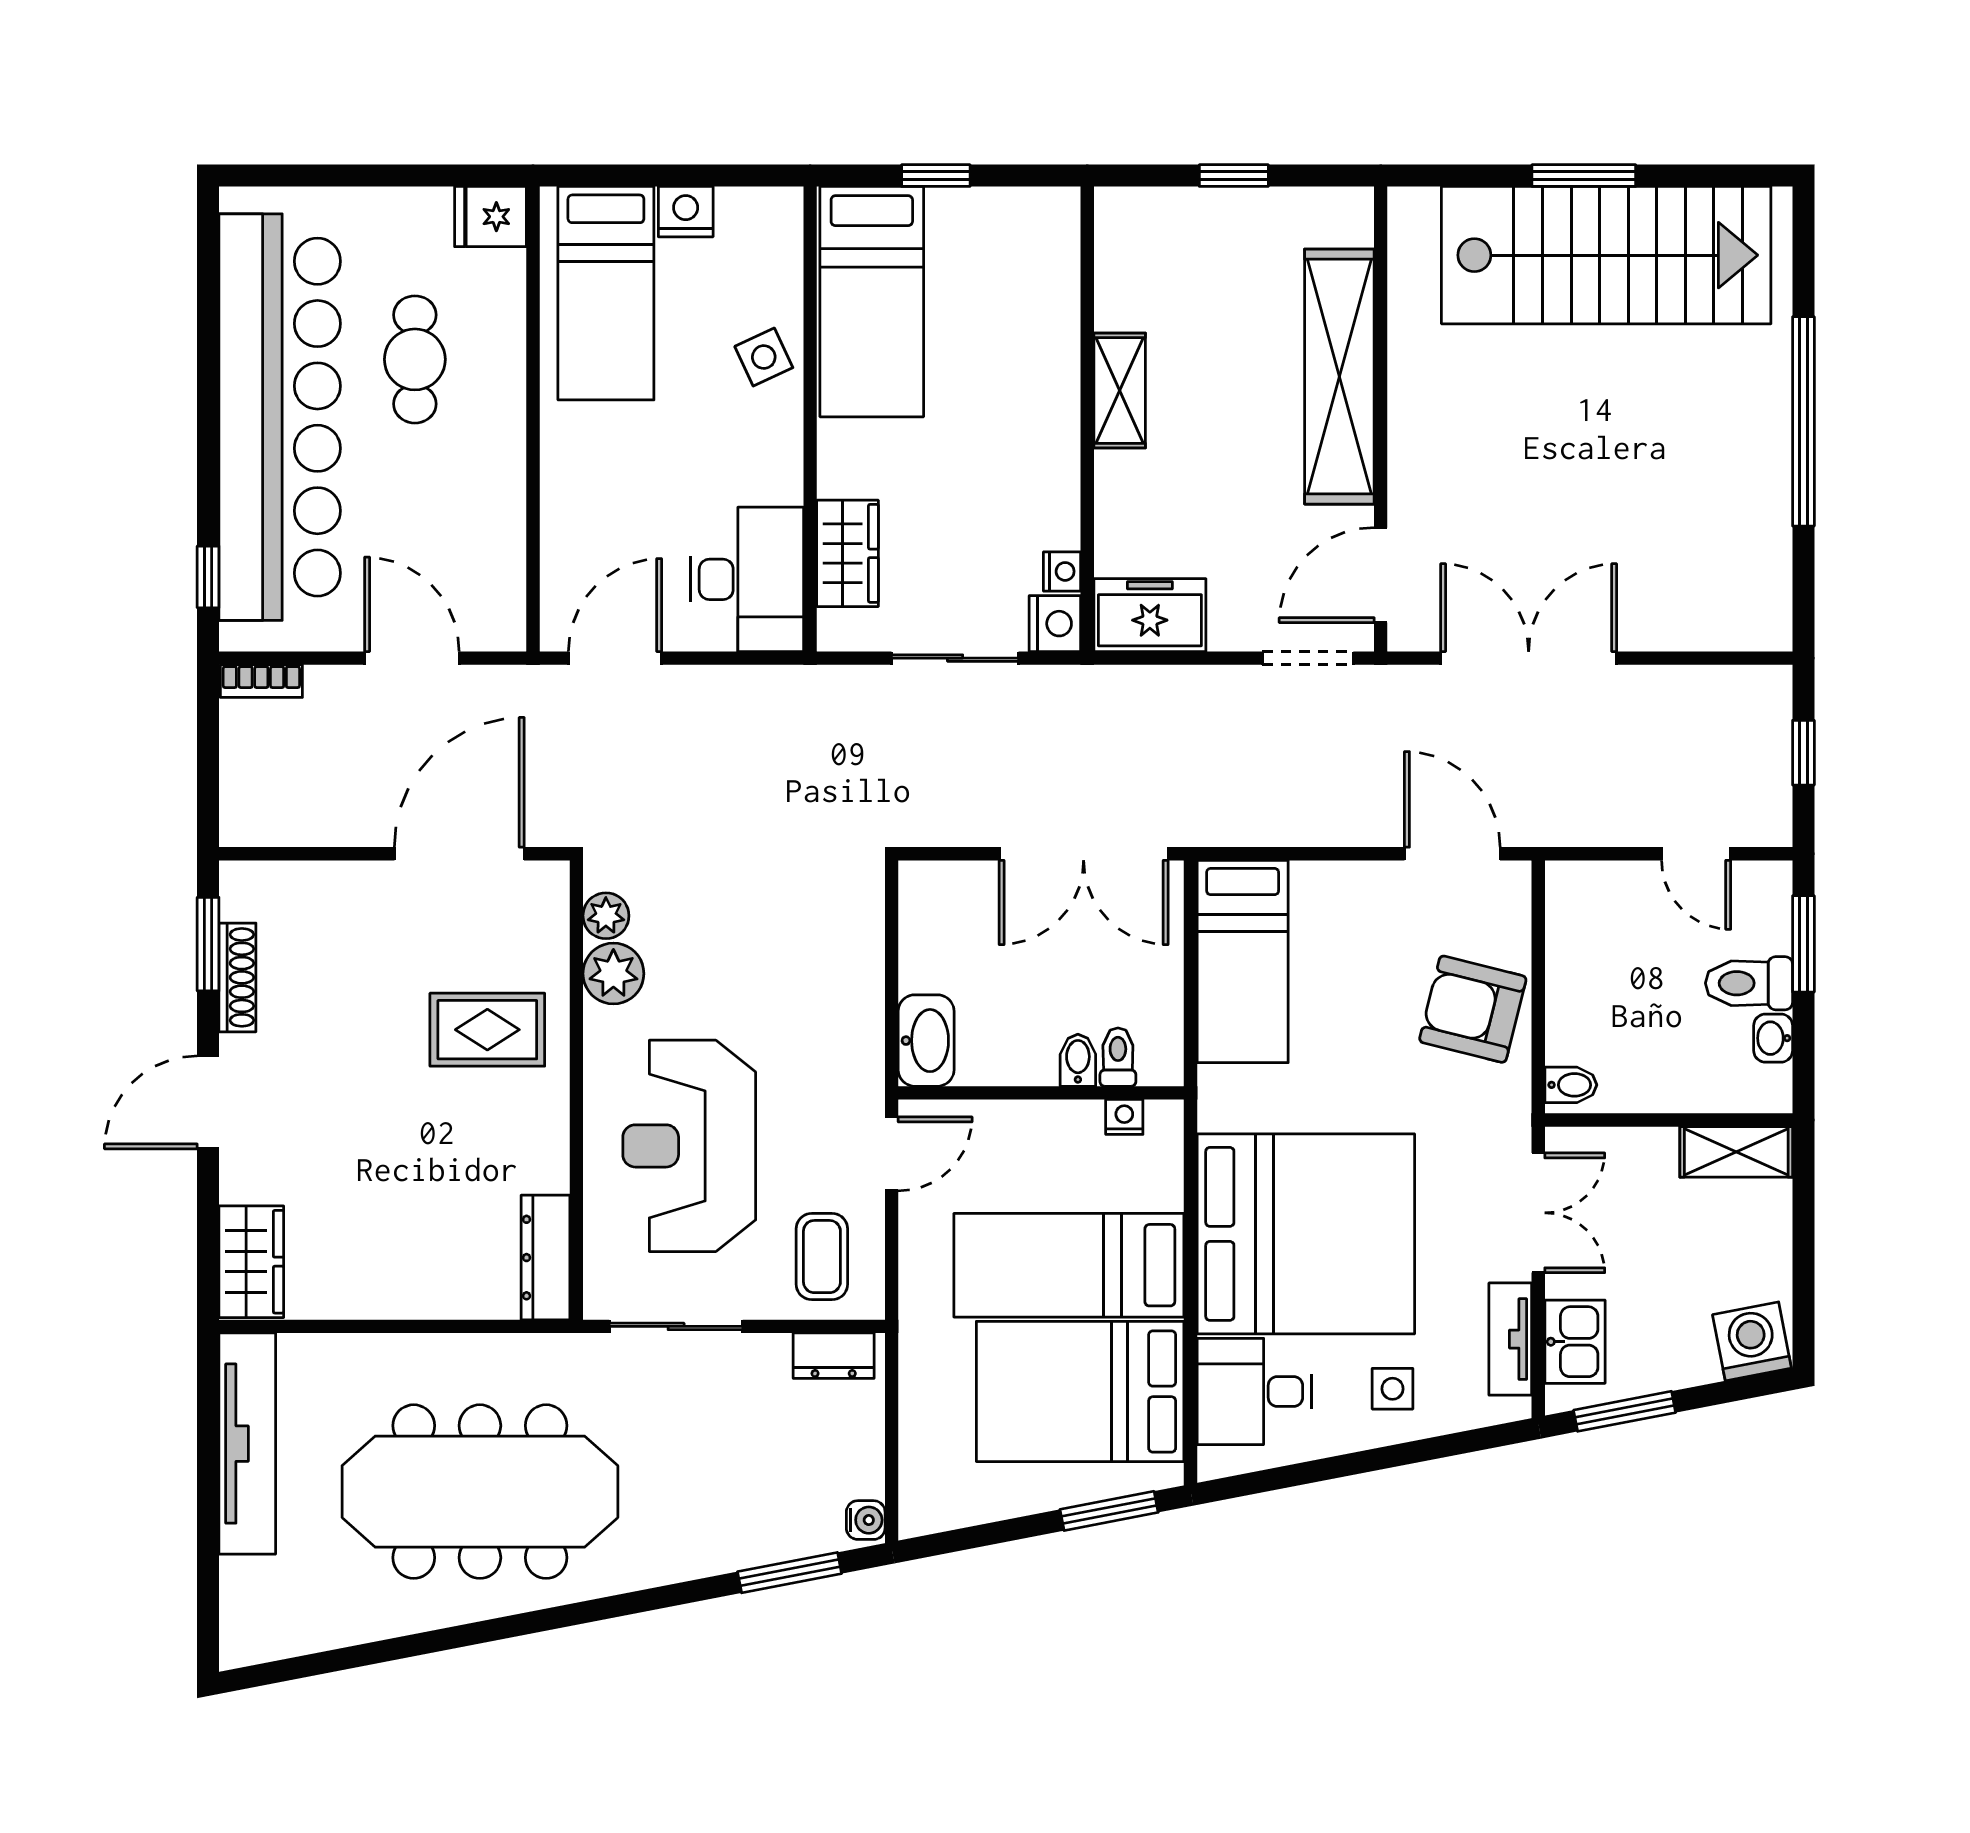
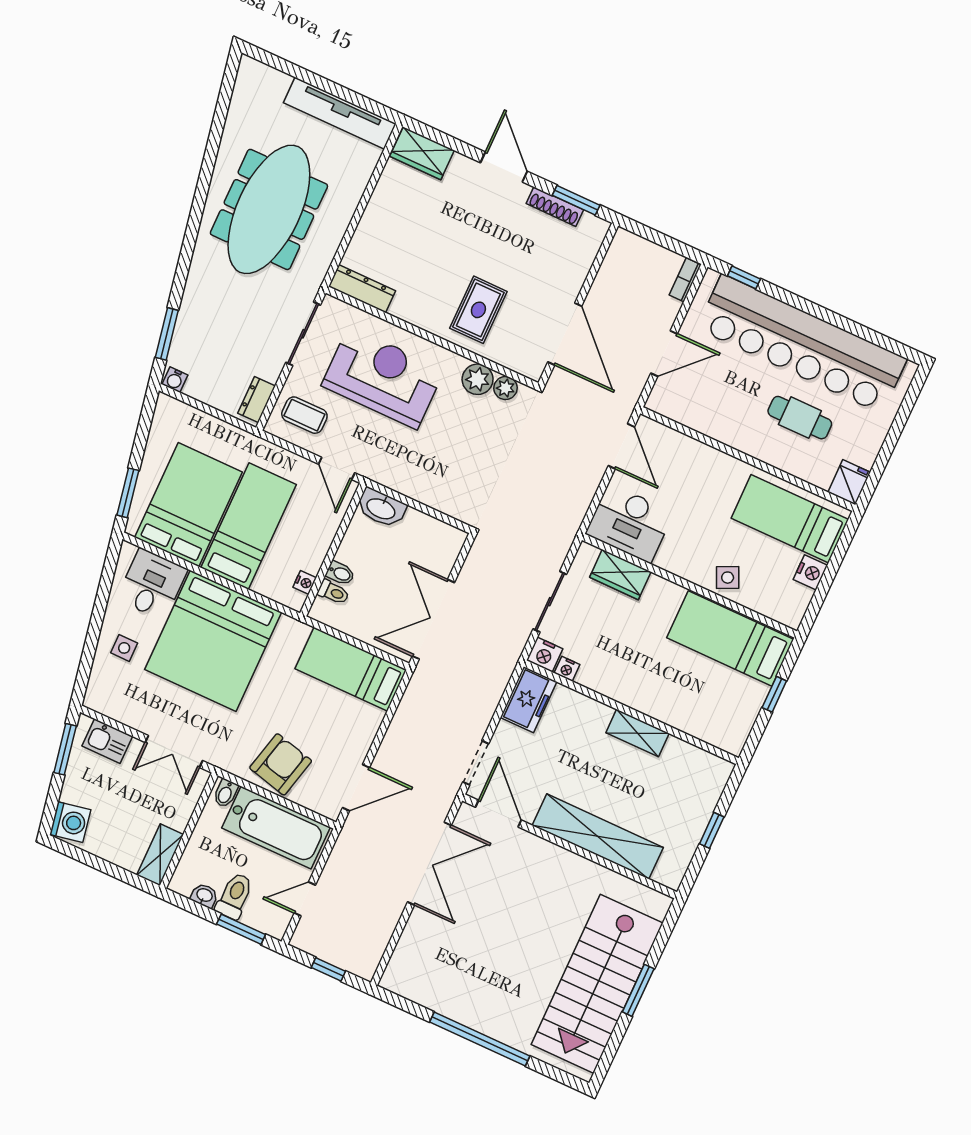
bathtub: (1591, 965) -> (276, 828), added
tv unit: (1510, 1339) -> (122, 712), removed

